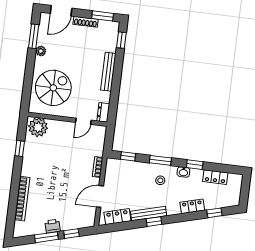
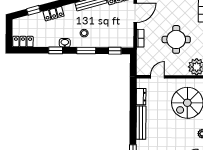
dresser: (103, 112) -> (141, 97), moved
round table: (57, 161) -> (176, 39), added
locker: (215, 177) -> (23, 42), moved

